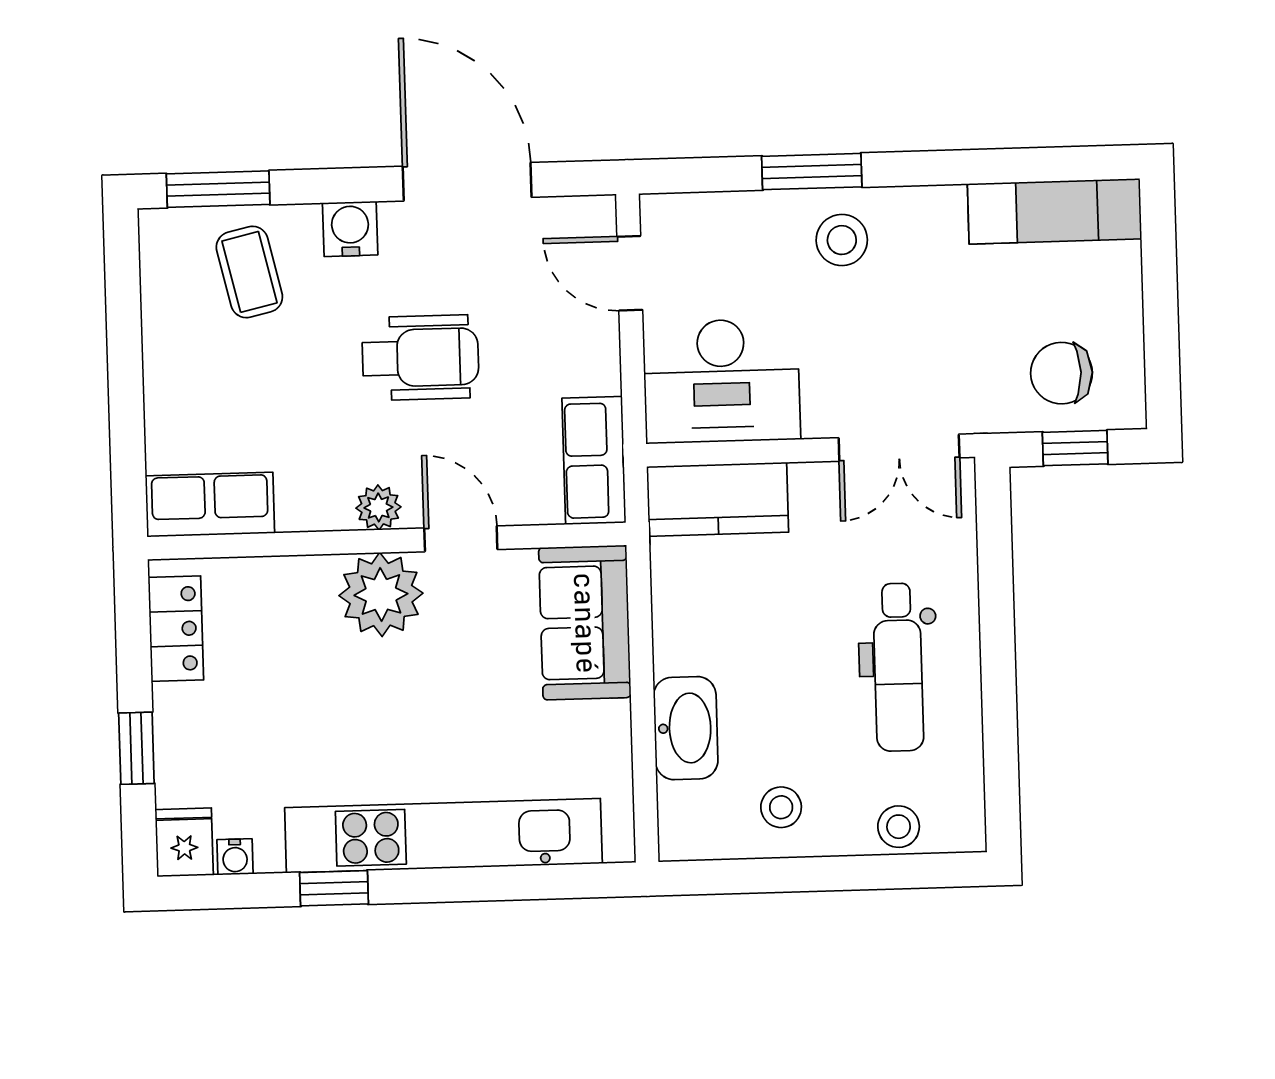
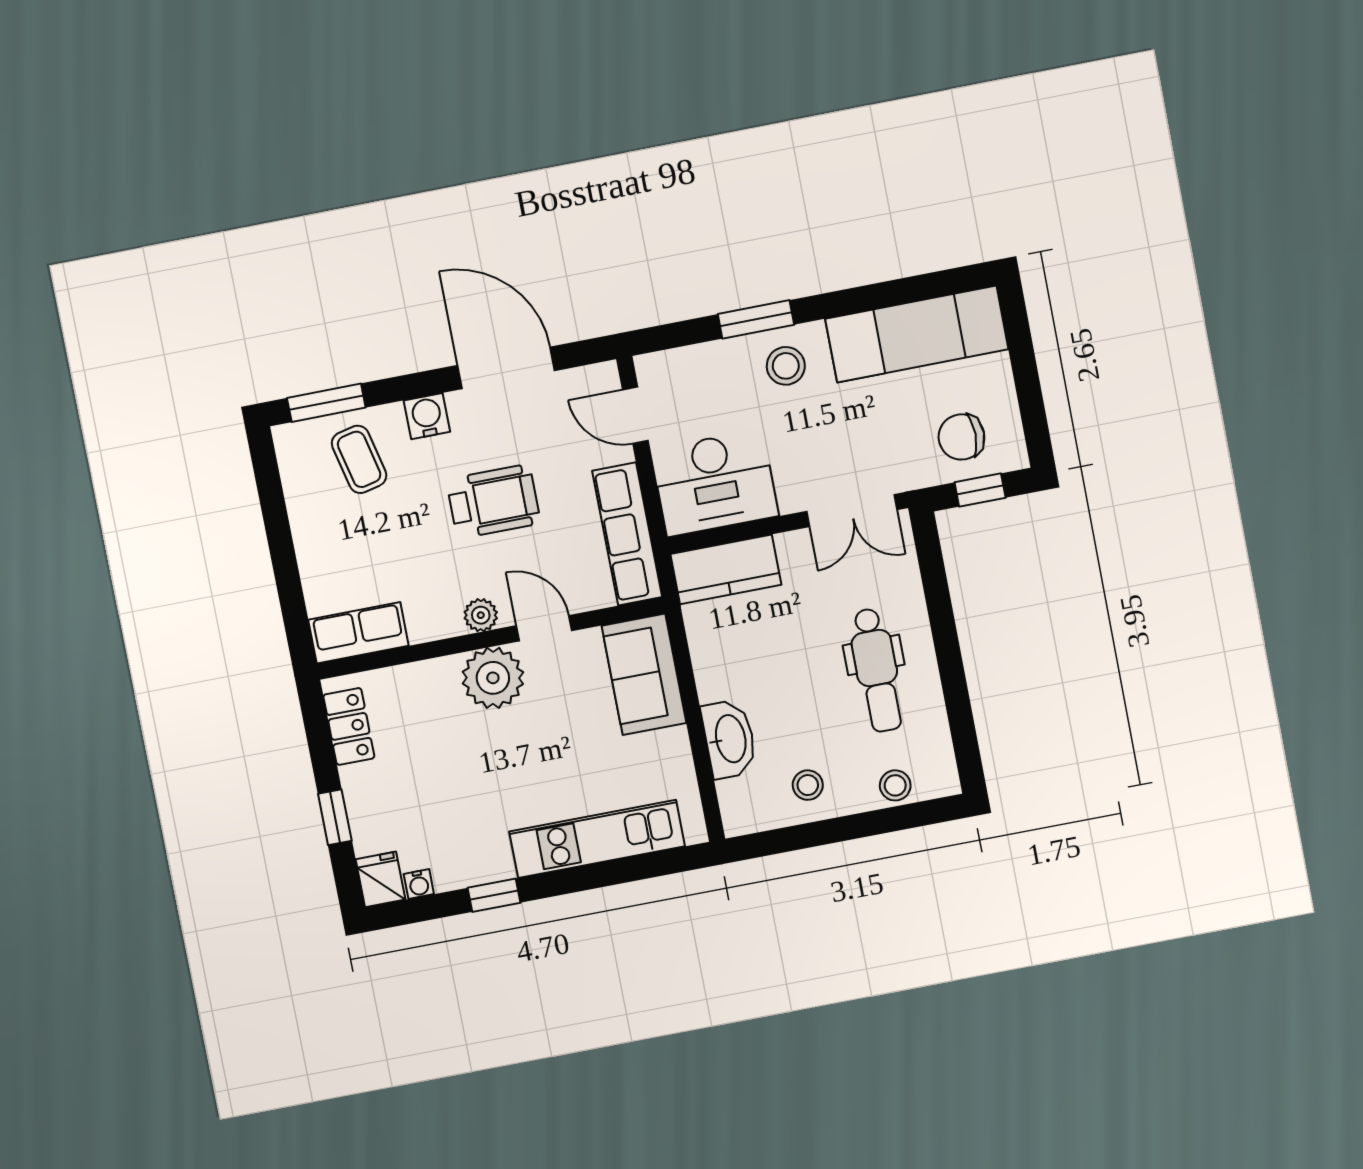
exam couch: (1054, 211) -> (917, 334), width x1.36, depth x1.45
row of seats: (594, 460) -> (627, 534), width x1.48
kitchen unit: (443, 836) -> (597, 839), width x0.73

